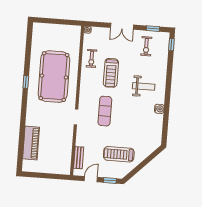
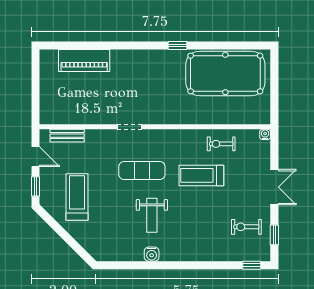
double door: (122, 26) -> (274, 187), swing flipped
pool table: (54, 77) -> (225, 73), moved
weight bench: (144, 86) -> (152, 215), moved

